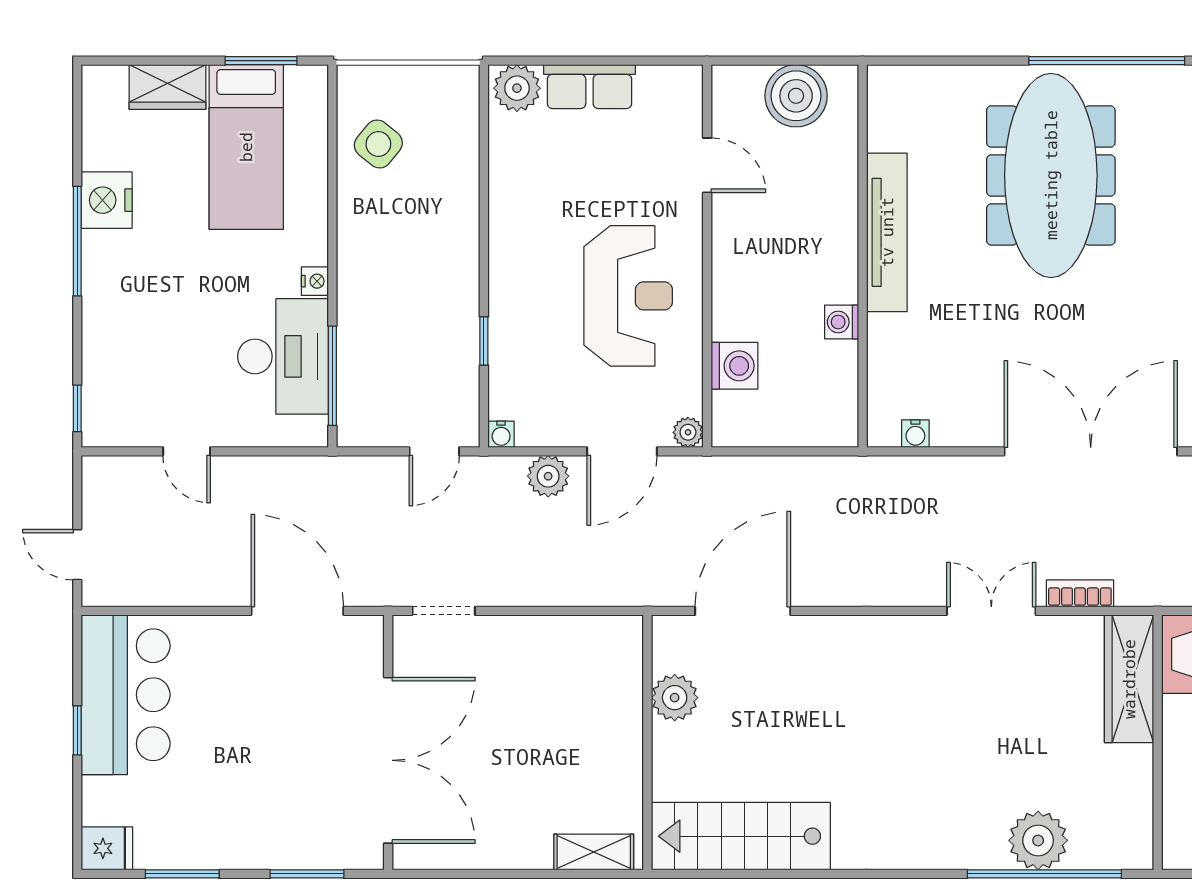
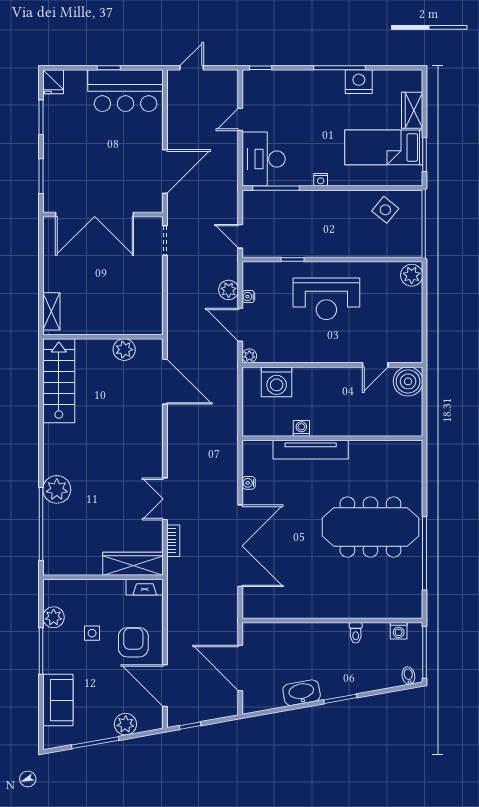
row of seats: (589, 87) -> (412, 309), removed
boiler: (796, 96) -> (408, 381), moved
tv unit: (887, 232) -> (311, 450), moved
reception desk: (628, 296) -> (326, 299), moved
desk: (283, 356) -> (264, 159), moved, turned 90
washing machine: (734, 366) -> (277, 382), width x1.37, depth x1.37
water cooler: (501, 434) -> (248, 297), moved
water cooler: (915, 434) -> (249, 483), moved
double door: (991, 611) -> (165, 499), swing flipped
plant: (1038, 840) -> (57, 489), moved

